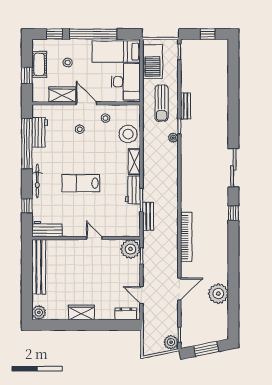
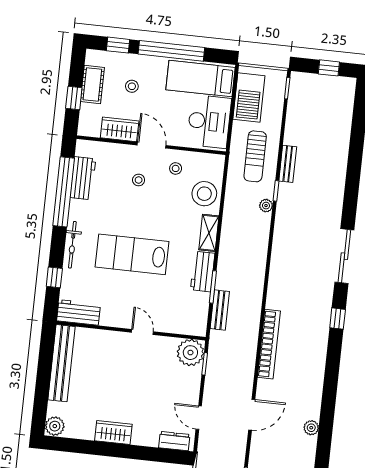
lab bench: (81, 183) -> (132, 254), width x1.36, depth x1.39
plant: (218, 294) -> (311, 428), width x0.53, depth x0.53

